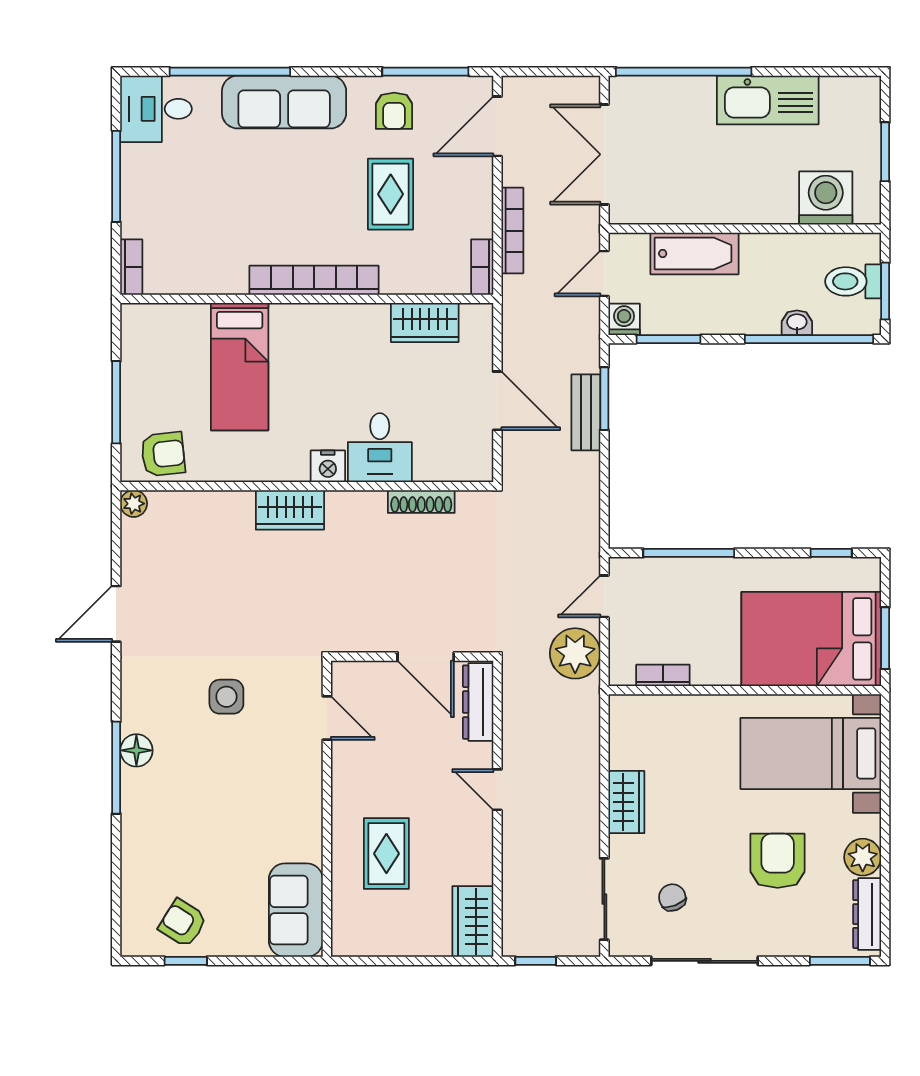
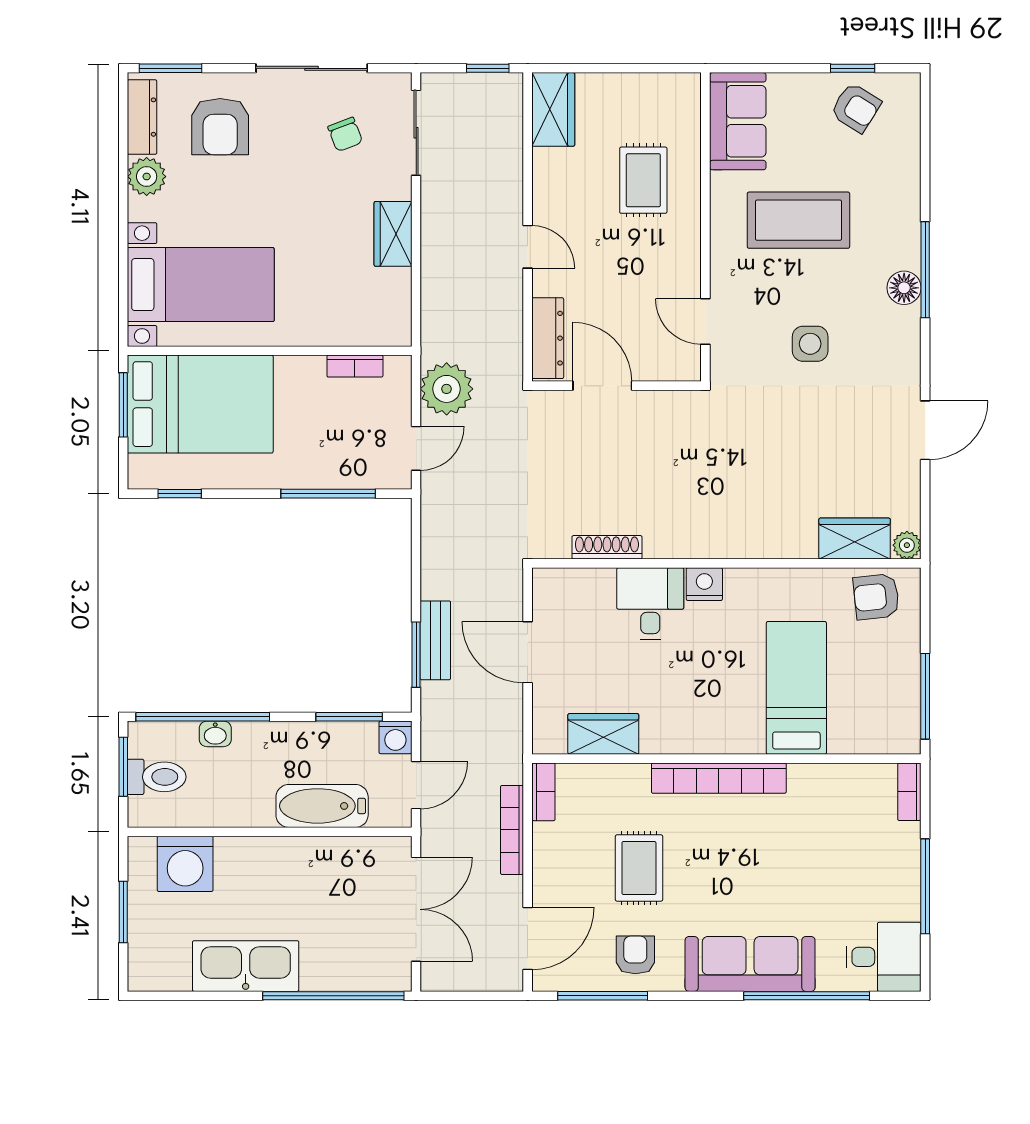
window: (116, 402) -> (925, 696), moved
wardrobe: (290, 510) -> (855, 539), moved
coffee table: (238, 815) -> (798, 220), added
armchair: (778, 861) -> (220, 127), moved

